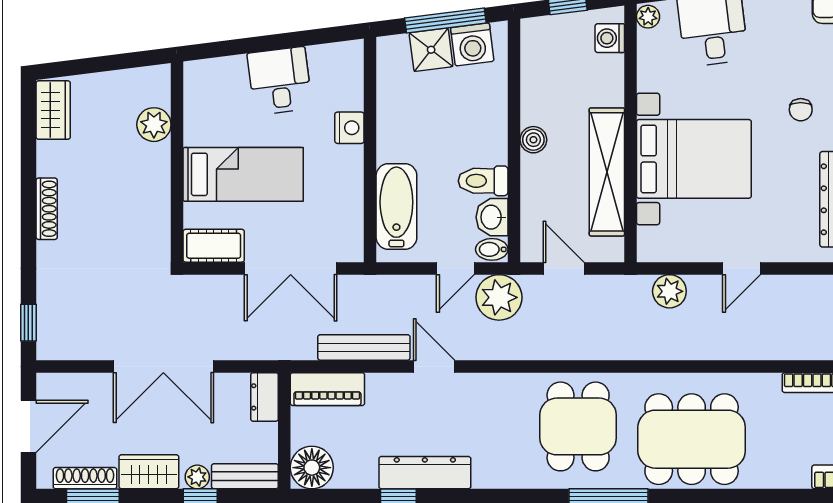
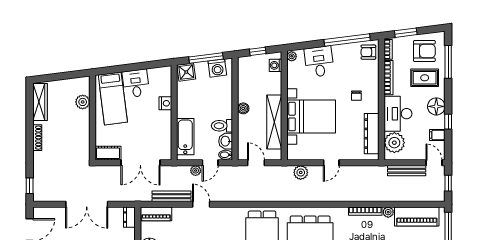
shower: (431, 50) -> (186, 72), moved
wardrobe: (53, 110) -> (40, 102), width x1.50
bed: (243, 174) -> (113, 99), moved, turned 83
plant: (499, 297) -> (196, 171), moved, width x0.53, depth x0.53

